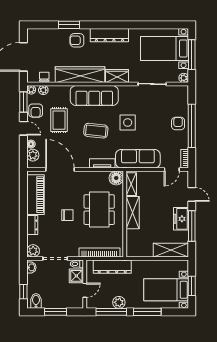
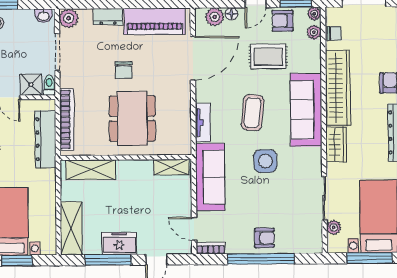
plant: (184, 78) -> (334, 227), moved
floor lamp: (116, 178) -> (181, 144), removed
dining table: (99, 210) -> (132, 119), turned 90
shelving: (133, 213) -> (91, 170), moved

